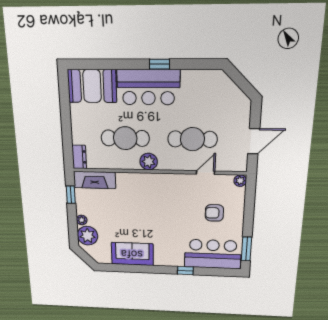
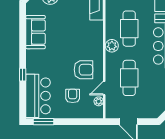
door: (205, 173) -> (104, 88), swing flipped
plant: (240, 181) -> (99, 101), moved
armchair: (180, 199) -> (83, 70), added

